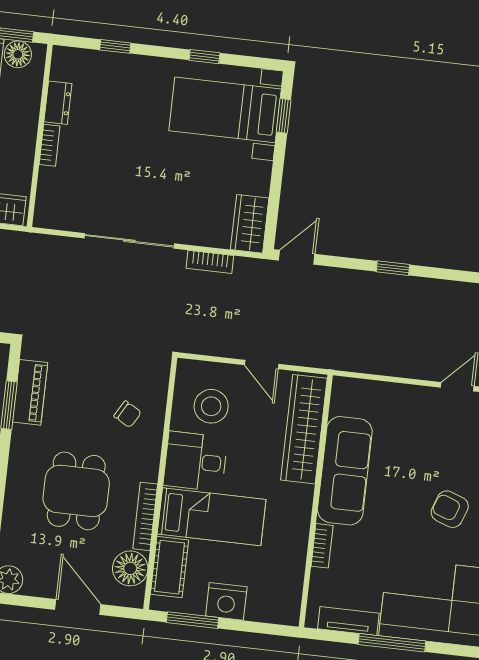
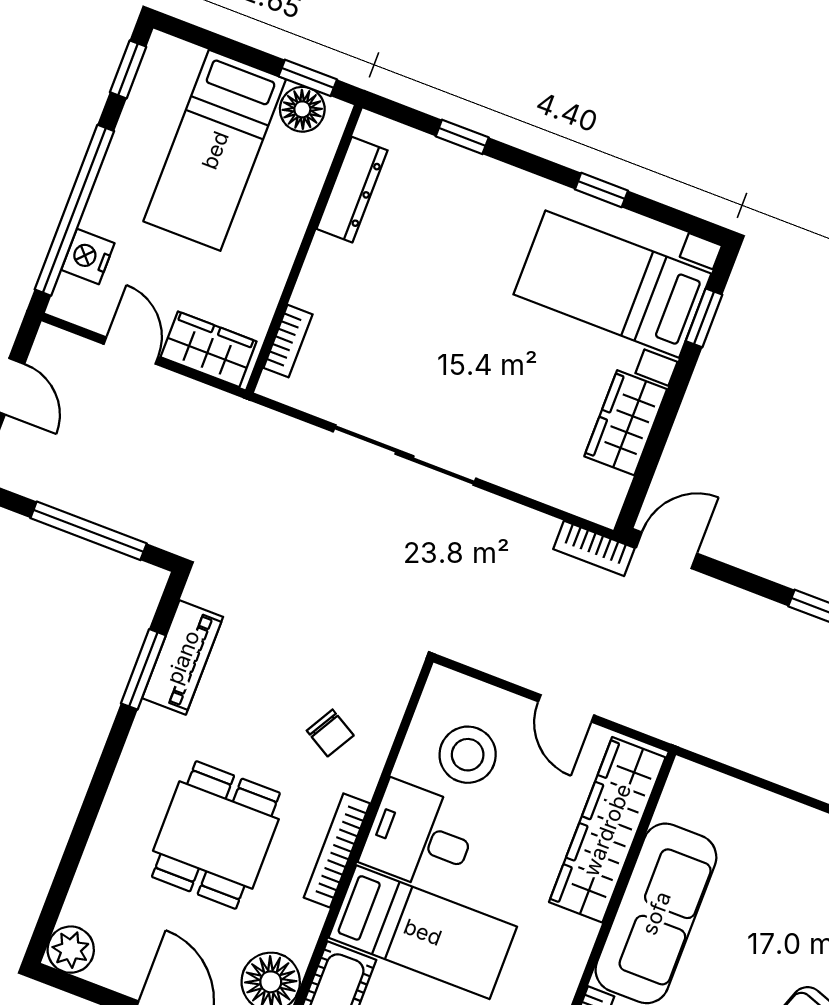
dresser: (58, 103) -> (352, 190), width x1.44
bookcase: (50, 145) -> (288, 341), moved
wardrobe: (250, 224) -> (626, 423), moved
bookcase: (210, 262) -> (594, 548), moved
bookcase: (145, 516) -> (337, 851), moved

